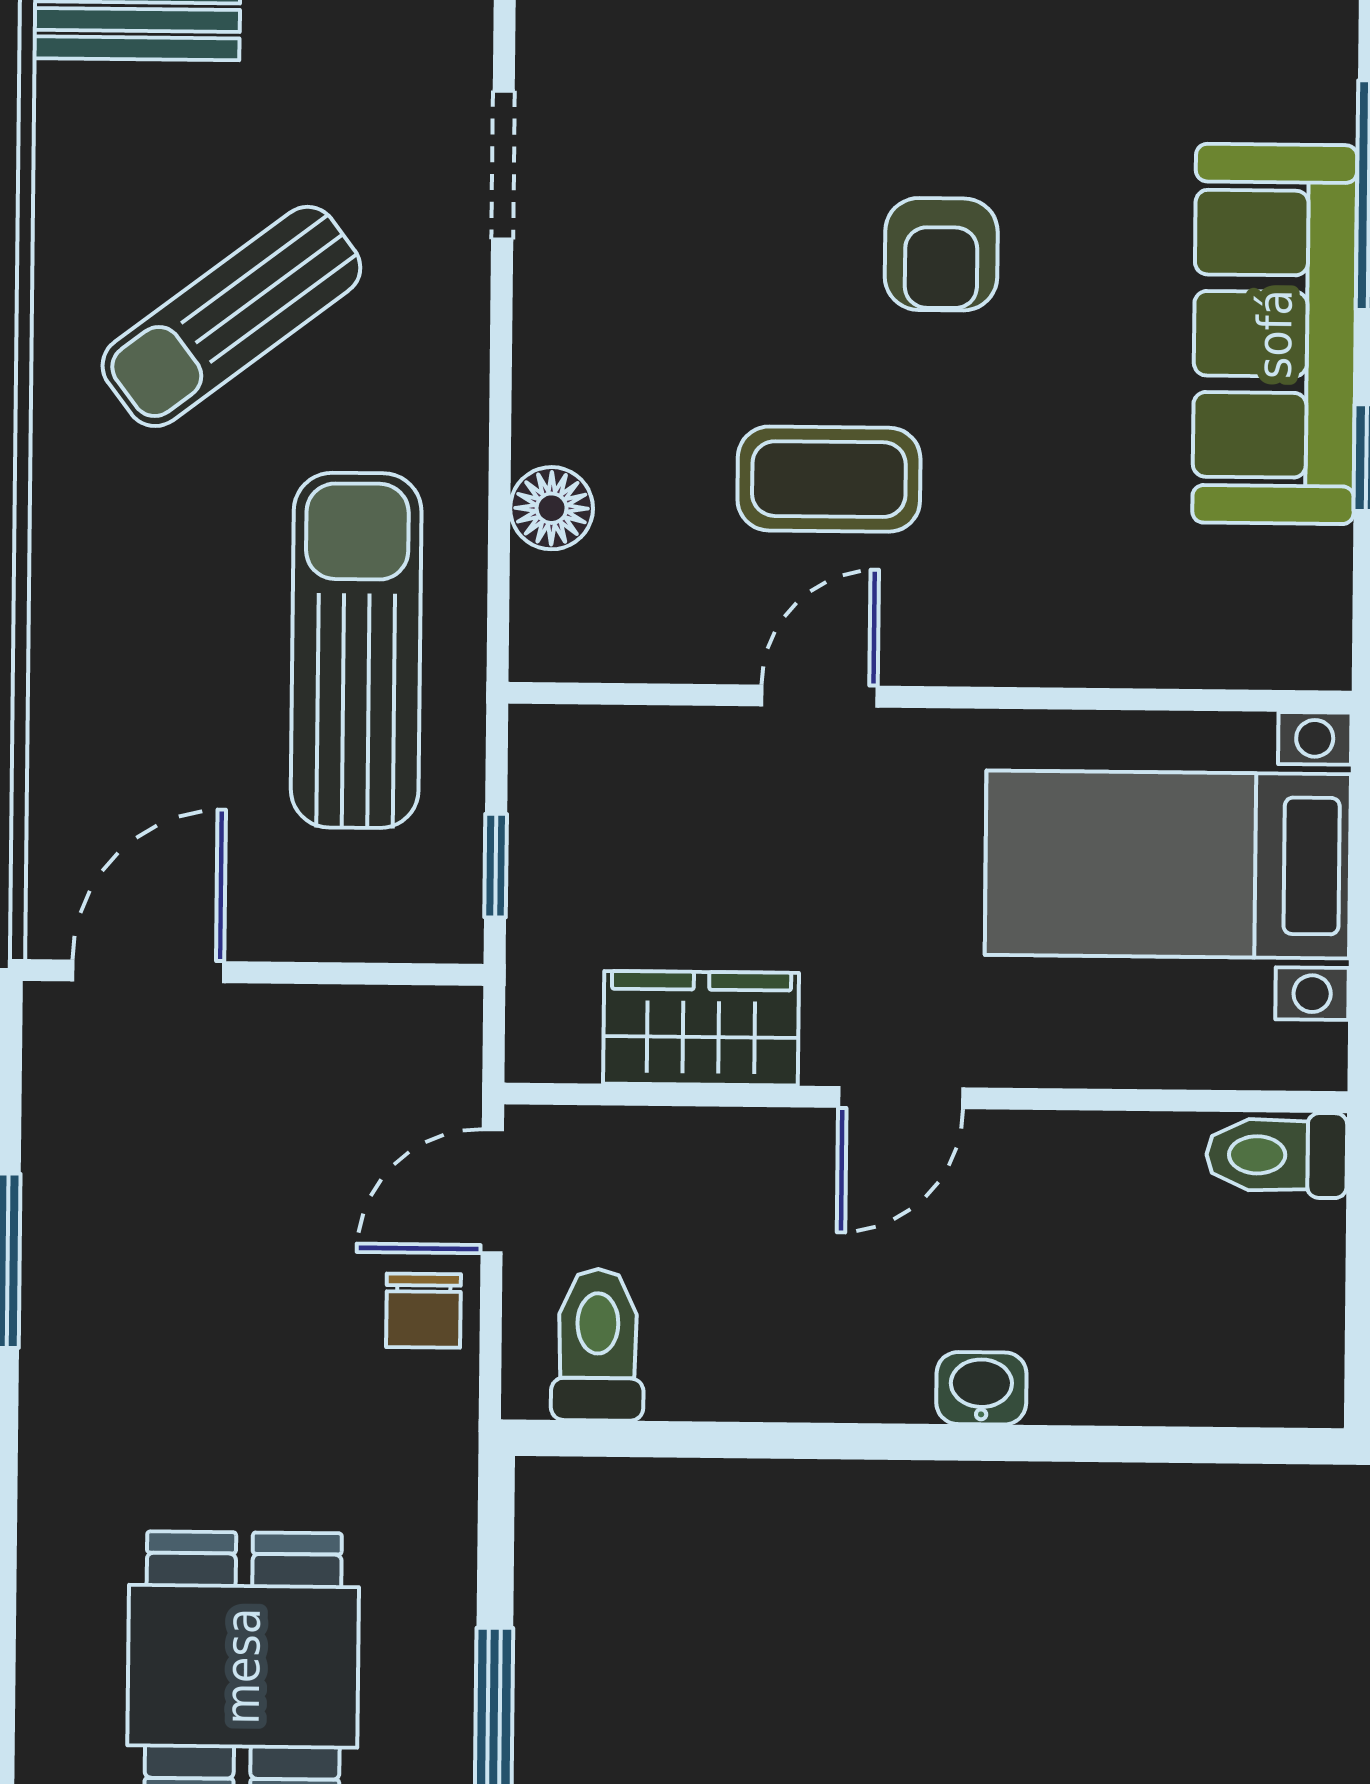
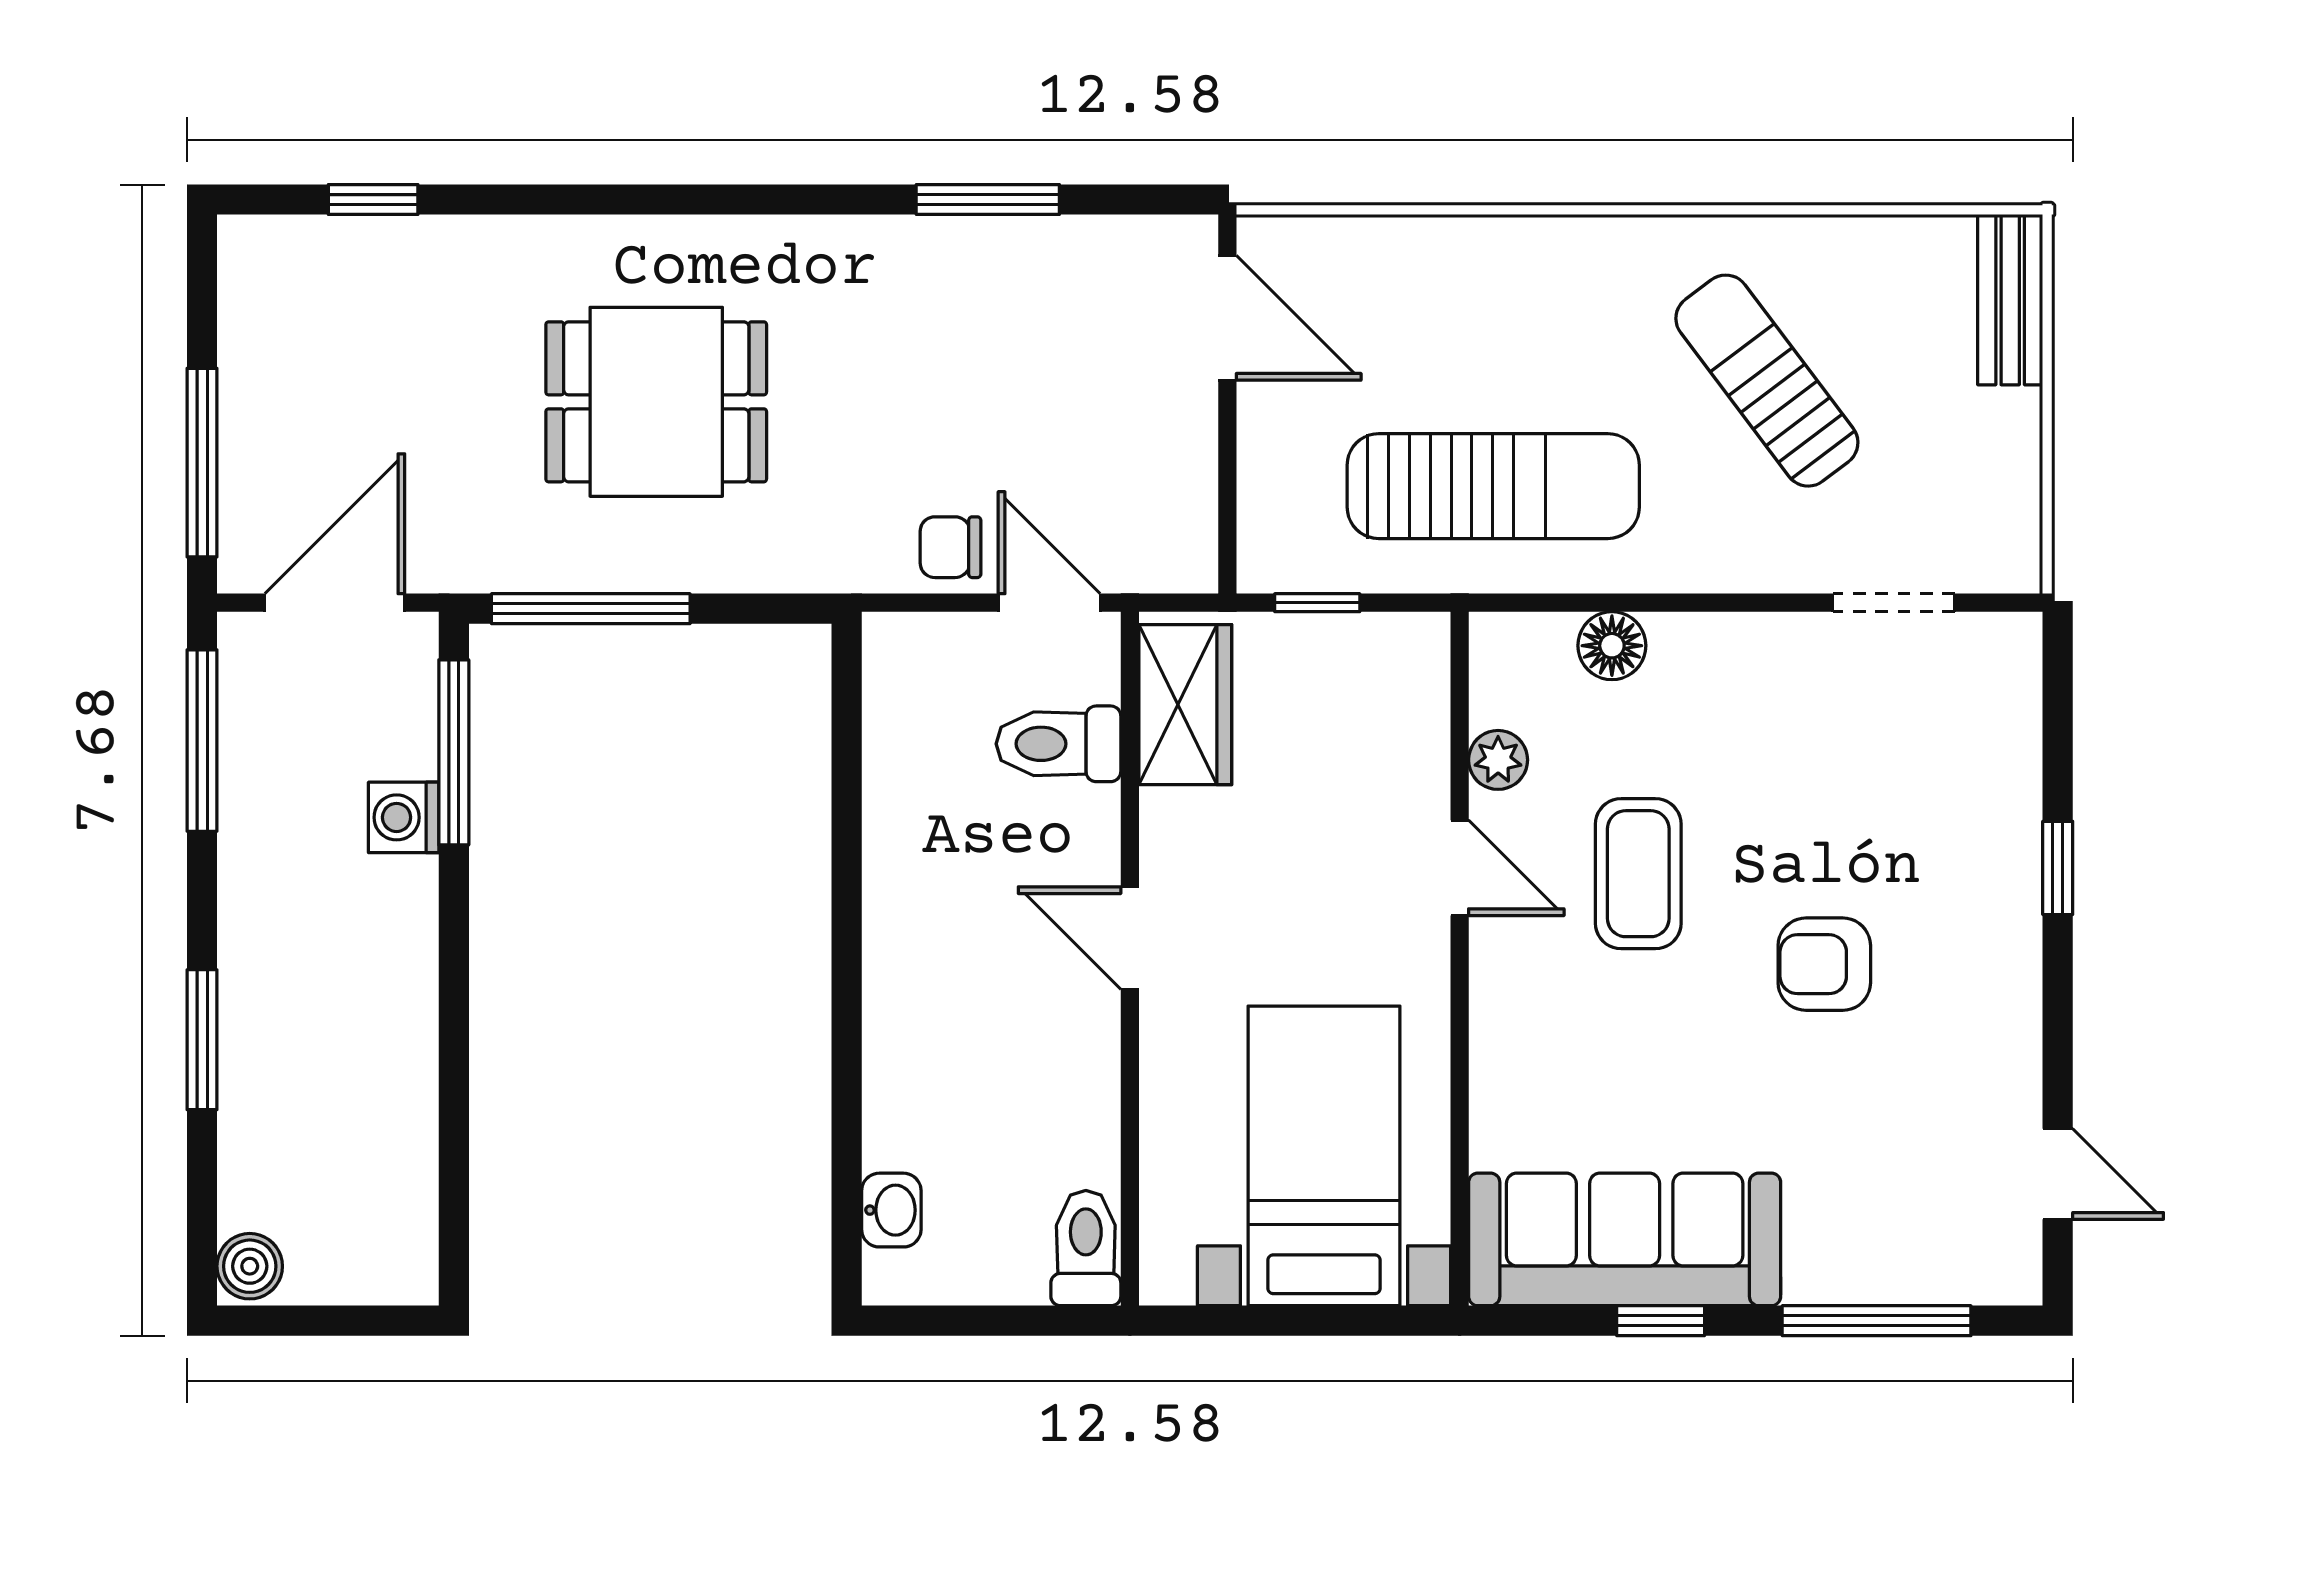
sofa: (1275, 334) -> (1625, 1239), moved
plant: (689, 648) -> (1498, 760), added
wardrobe: (701, 1028) -> (1185, 705), moved
toilet: (598, 1345) -> (1058, 744), moved, turned 180
washbasin: (981, 1388) -> (891, 1210), moved

